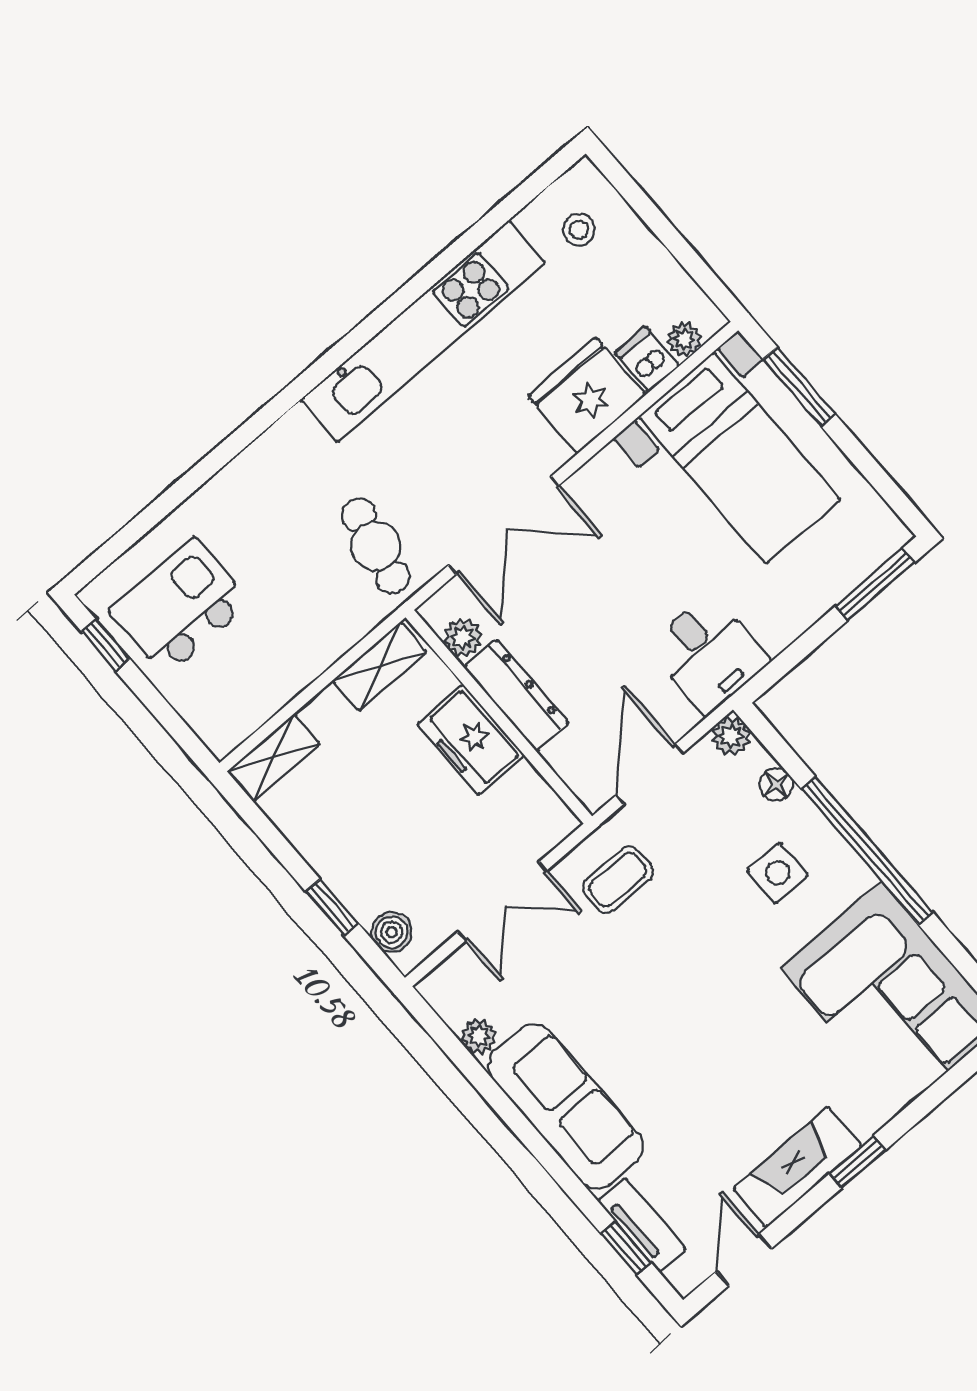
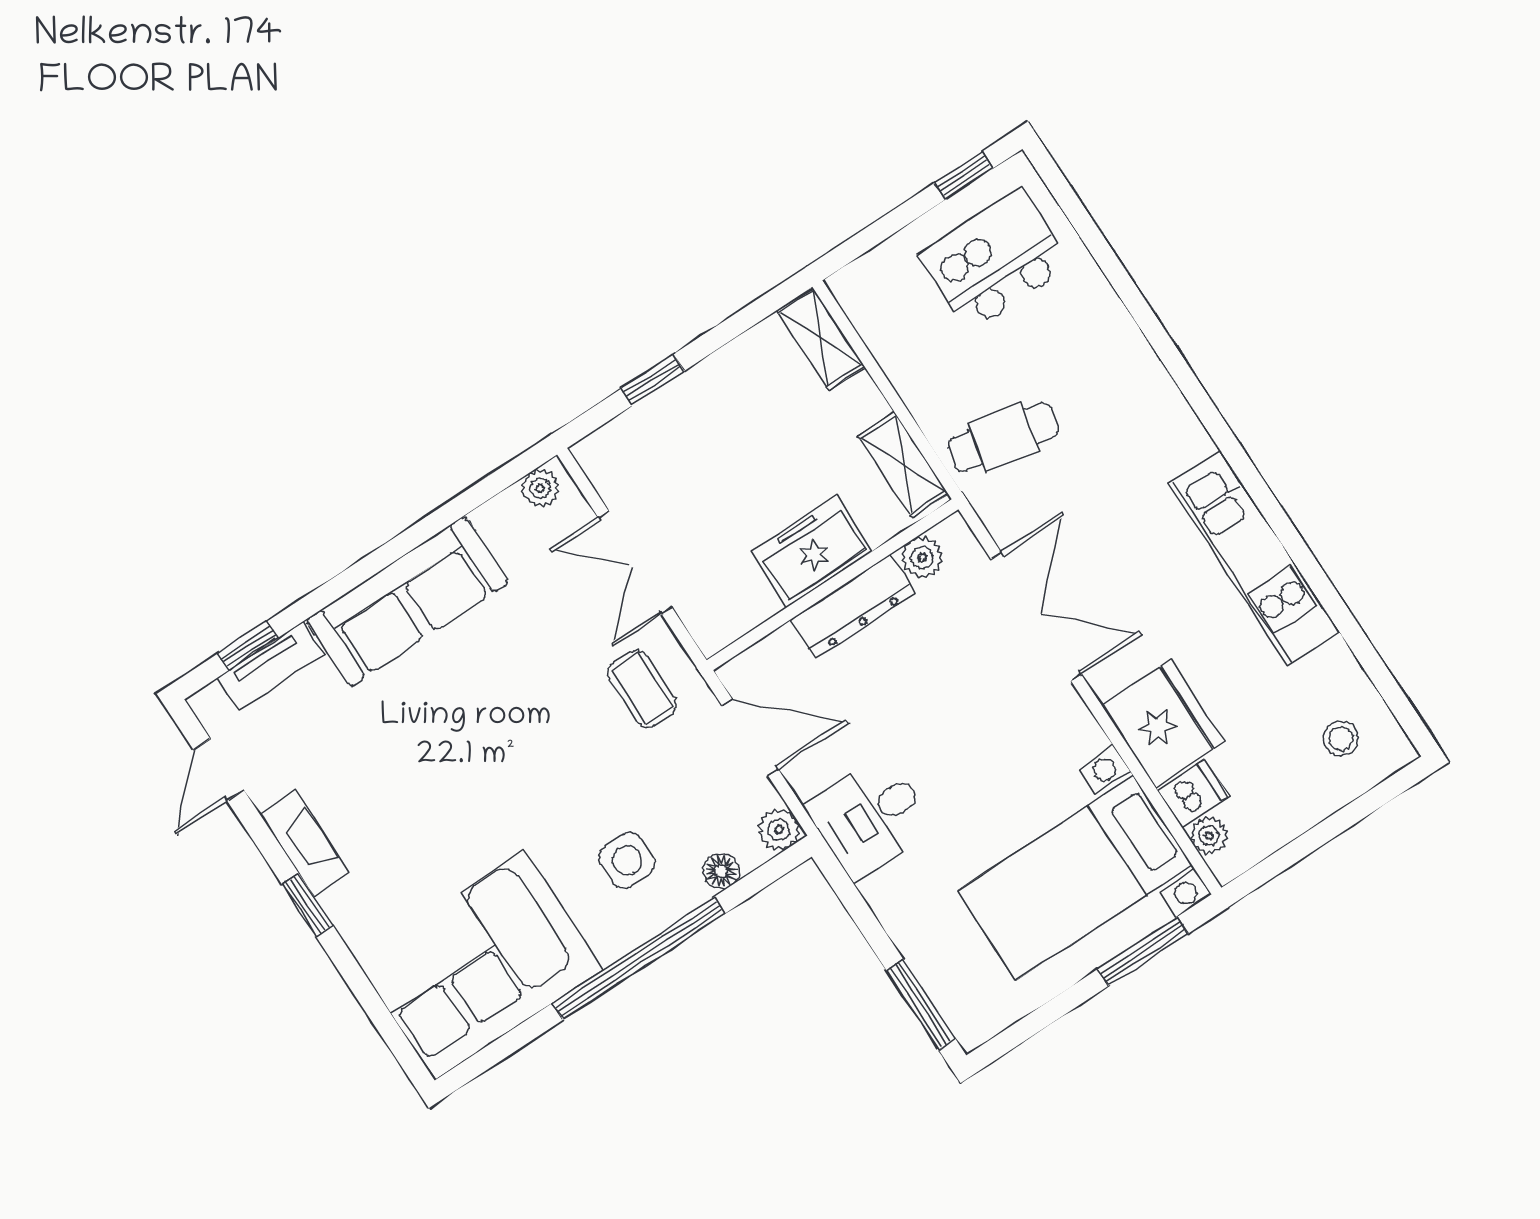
kitchen unit: (423, 331) -> (1254, 558), width x0.73
double door: (504, 525) -> (1036, 617), swing flipped
cafe table: (376, 546) -> (1003, 437), moved
kitchen island: (180, 607) -> (994, 260), turned -90
boiler: (392, 932) -> (618, 440), removed
plant: (479, 1036) -> (540, 488), moved
fireplace: (798, 1167) -> (304, 844), width x0.73, depth x0.76
door: (744, 1260) -> (219, 770), swing flipped

